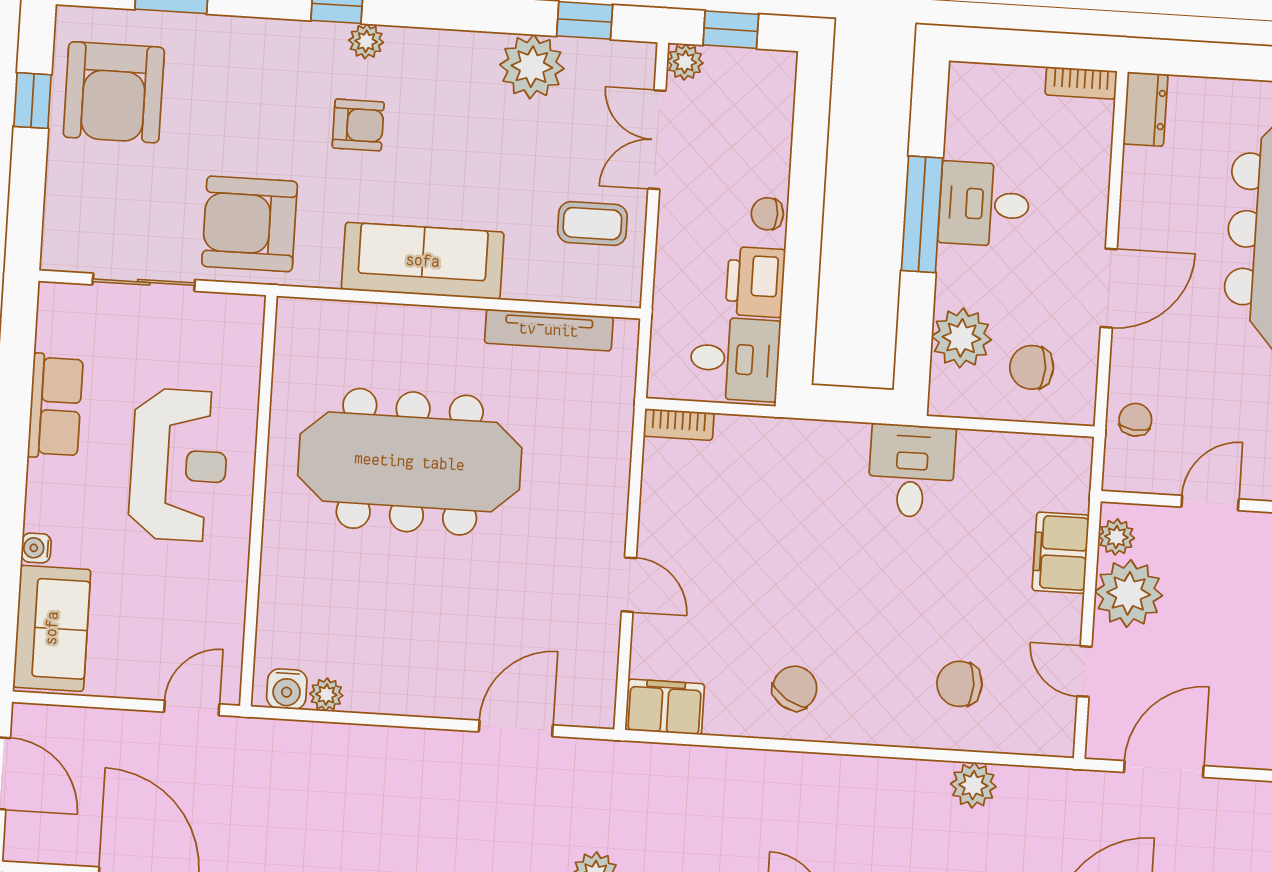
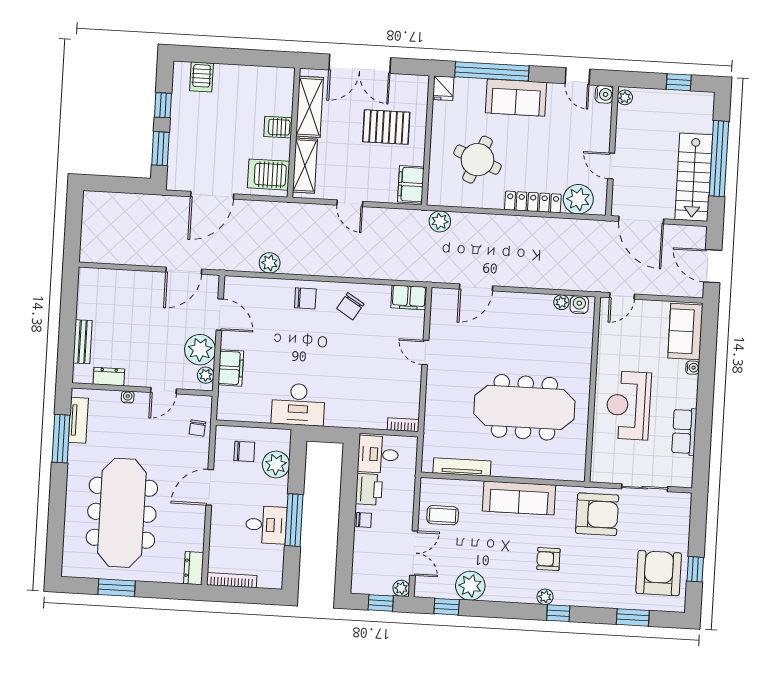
bookcase: (1081, 83) -> (232, 580), width x1.56
desk: (912, 471) -> (298, 404), width x1.37
door: (1085, 671) -> (220, 314), width x1.38
chair: (959, 684) -> (305, 298), moved

